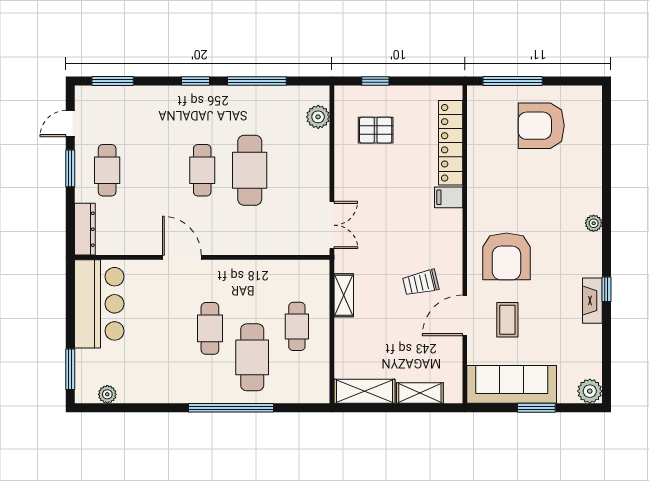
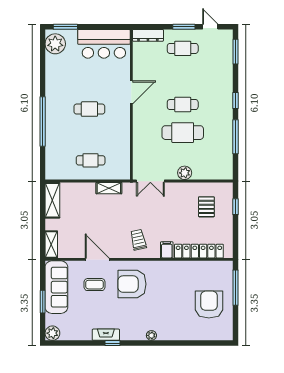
plant: (318, 117) -> (185, 173), moved
trolley: (421, 283) -> (138, 240), moved
cafe table: (252, 357) -> (72, 134), removed
shelving: (420, 393) -> (51, 244), moved
plant: (107, 394) -> (55, 44), width x1.88, depth x1.88

